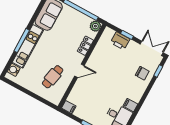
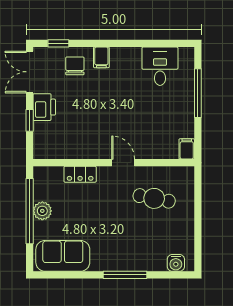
plant: (95, 26) -> (42, 211), moved
printer: (120, 41) -> (44, 107), moved
kitchen unit: (28, 46) -> (128, 261), removed
filing cabinet: (130, 105) -> (101, 57), moved

